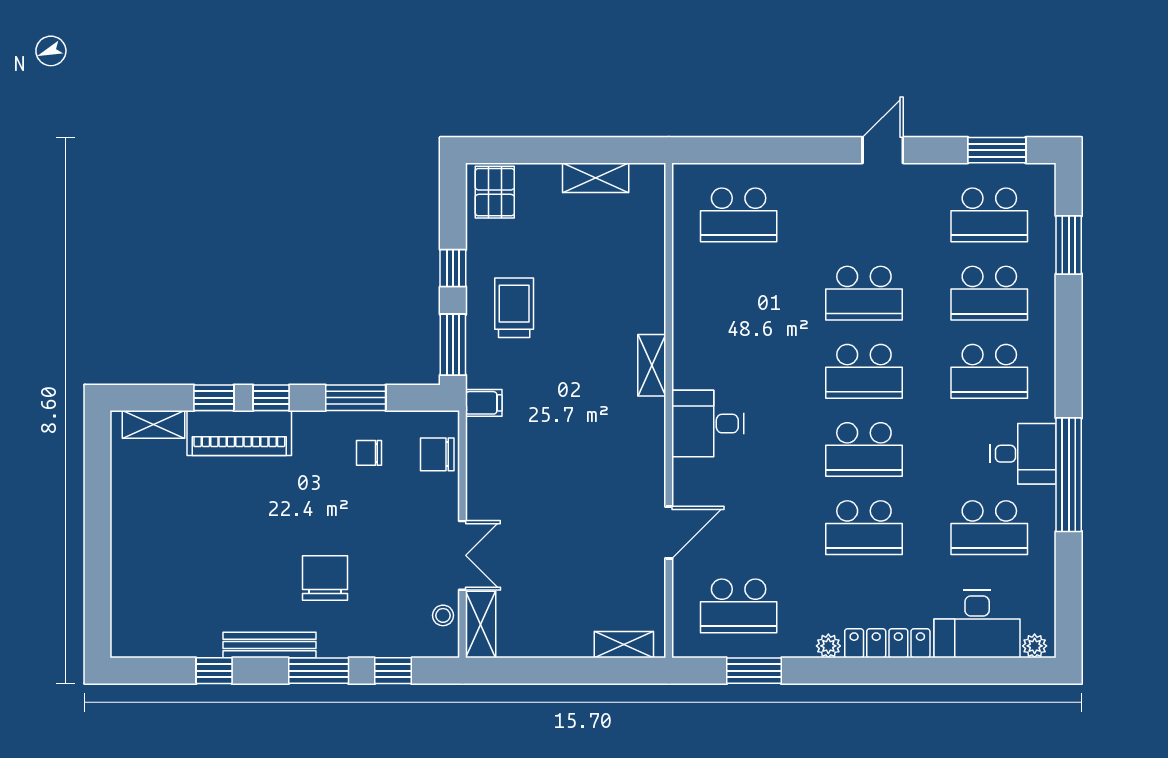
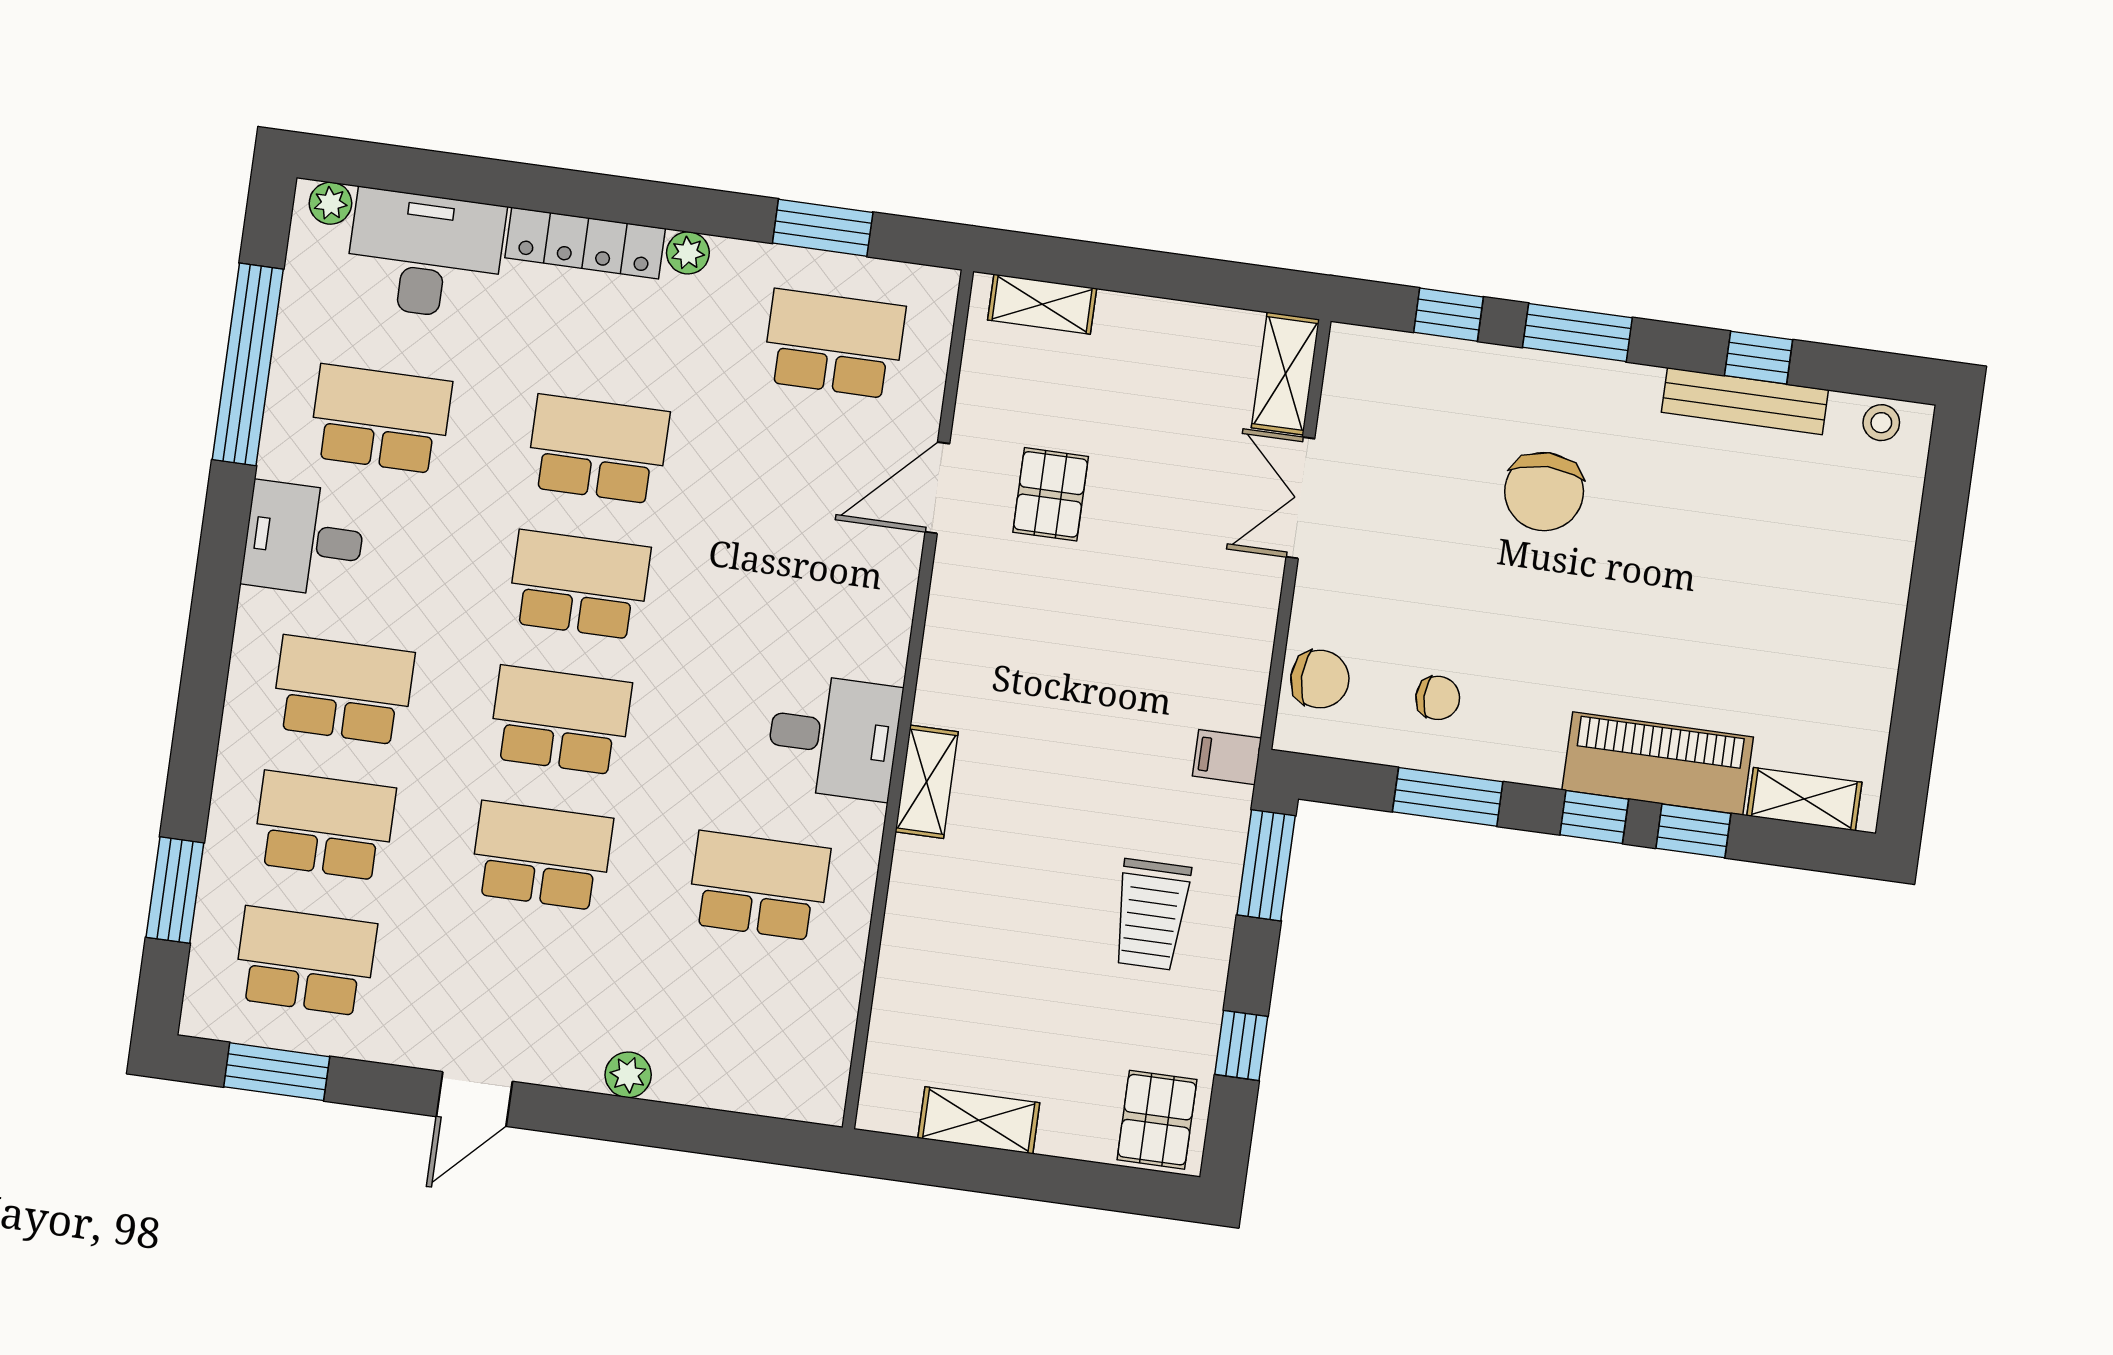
plant: (798, 176) -> (628, 1075), added
school desk: (739, 215) -> (759, 886), moved
window: (453, 268) -> (1241, 1045), moved
desk: (708, 424) -> (834, 737), moved
window: (1069, 475) -> (248, 364), moved
pallet: (604, 538) -> (1051, 494), added
stool: (443, 615) -> (1881, 423), moved
bench: (269, 645) -> (1745, 401), moved

